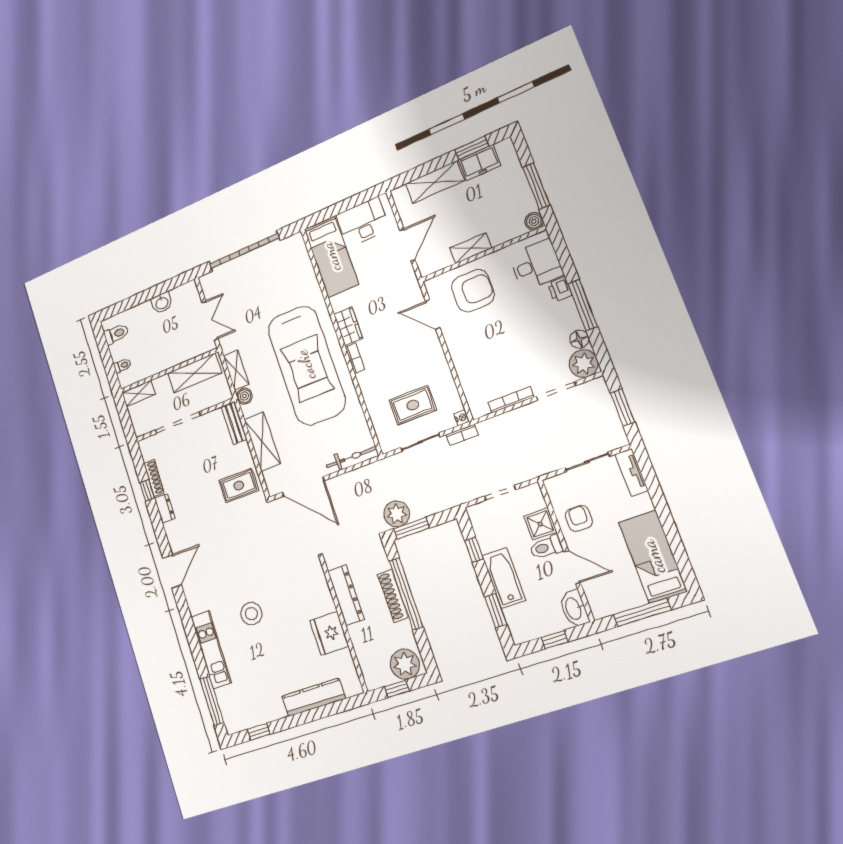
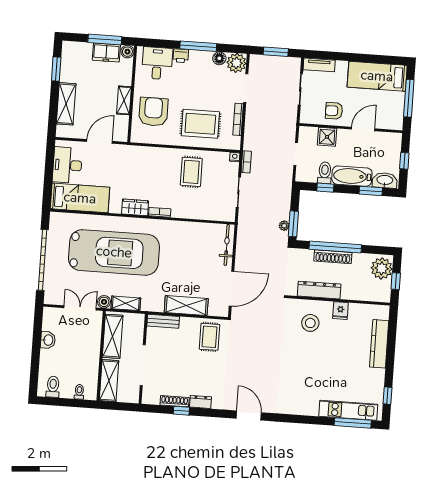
freezer: (480, 163) -> (106, 52), moved, turned 90
door: (407, 245) -> (100, 141), hinge flipped
door: (433, 314) -> (156, 145), removed
rug: (484, 355) -> (200, 124), added
car: (306, 365) -> (114, 252), moved
shelving: (139, 393) -> (109, 381), width x1.50, depth x1.33
boiler: (244, 396) -> (104, 302), moved
rug: (413, 405) -> (191, 172), moved
plant: (397, 514) -> (284, 226), width x0.53, depth x0.53
toilet: (546, 547) -> (325, 173), moved, turned 180
washbasin: (574, 608) -> (385, 180), moved, turned 180
stool: (251, 614) -> (310, 323), moved
fridge: (329, 633) -> (340, 311), width x0.53, depth x0.75
kitchen unit: (211, 650) -> (348, 410), moved

